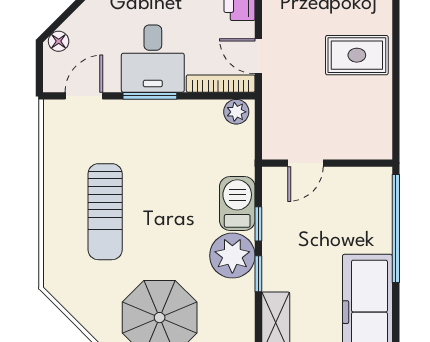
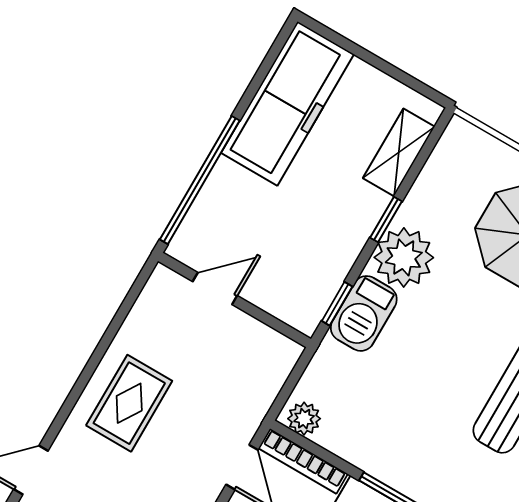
rug: (357, 55) -> (129, 403), turned 90
door: (306, 163) -> (215, 289), moved
window: (258, 224) -> (337, 304), moved

